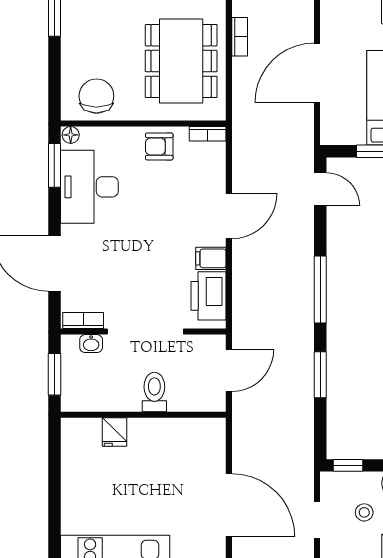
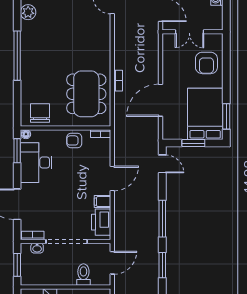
toilet: (154, 392) -> (83, 274), moved

